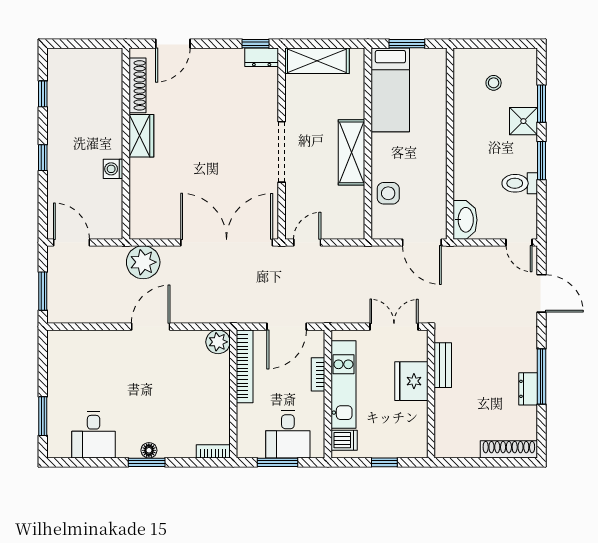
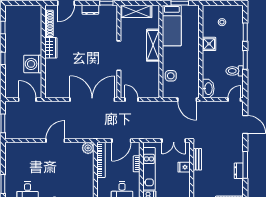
dresser: (262, 57) -> (90, 10), moved
shower: (523, 121) -> (209, 44), moved
shelving: (352, 152) -> (153, 45), moved
washing machine: (113, 169) -> (33, 64), width x1.89, depth x1.89
door: (72, 242) -> (27, 100), moved
door: (307, 242) -> (131, 100), hinge flipped
door: (519, 242) -> (234, 100), swing flipped
plant: (143, 262) -> (52, 109), removed
double door: (394, 327) -> (174, 141), swing flipped
fridge: (411, 381) -> (184, 167), width x0.53, depth x0.75

